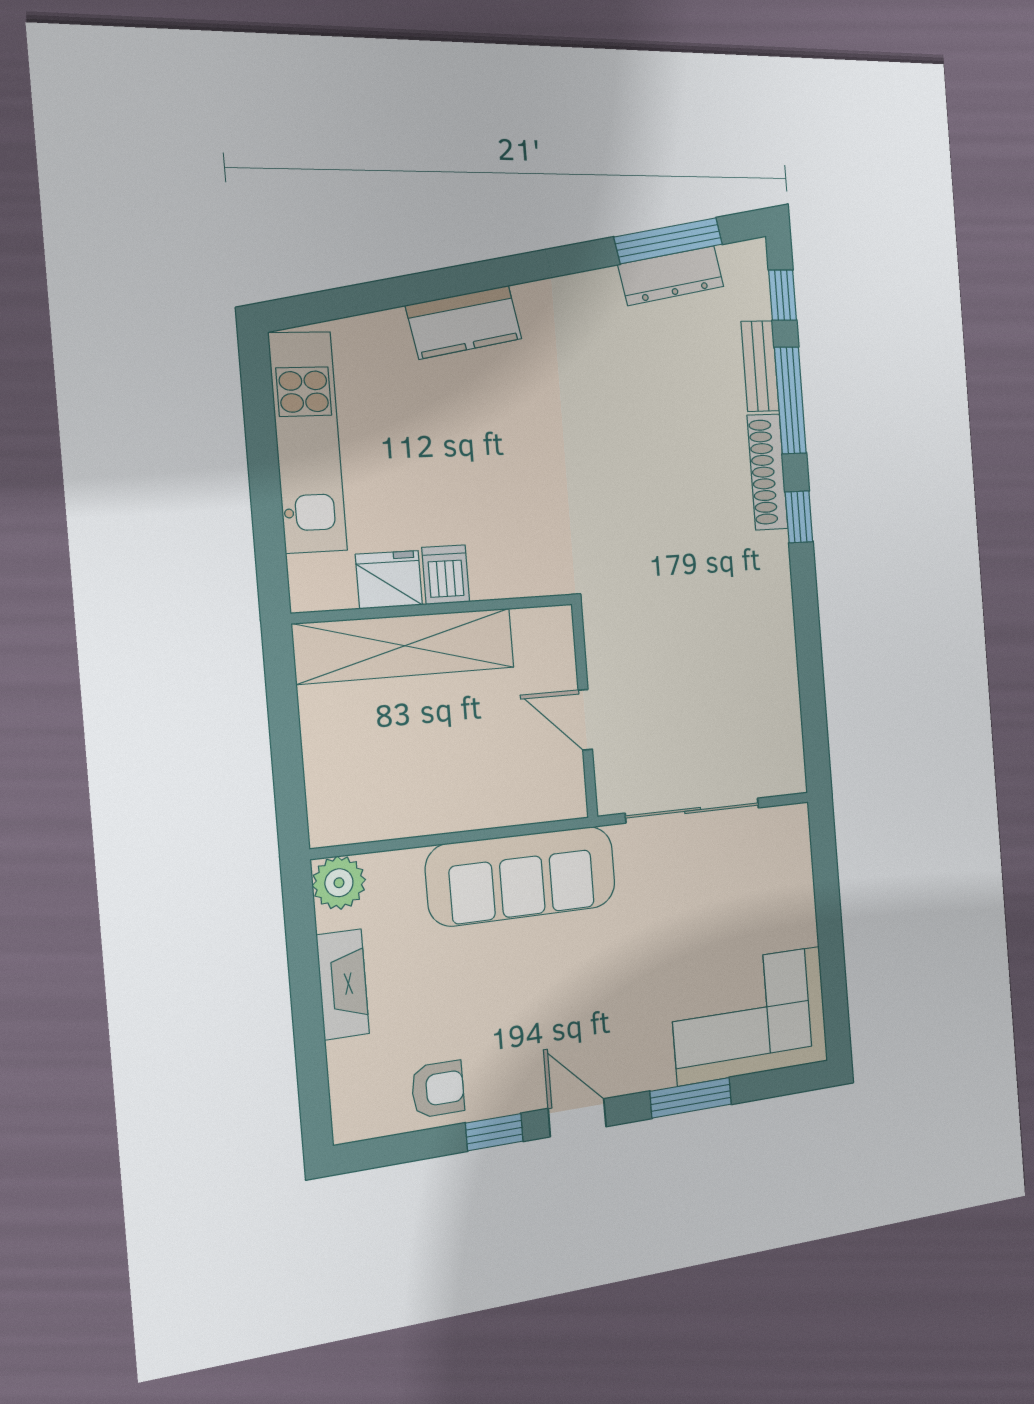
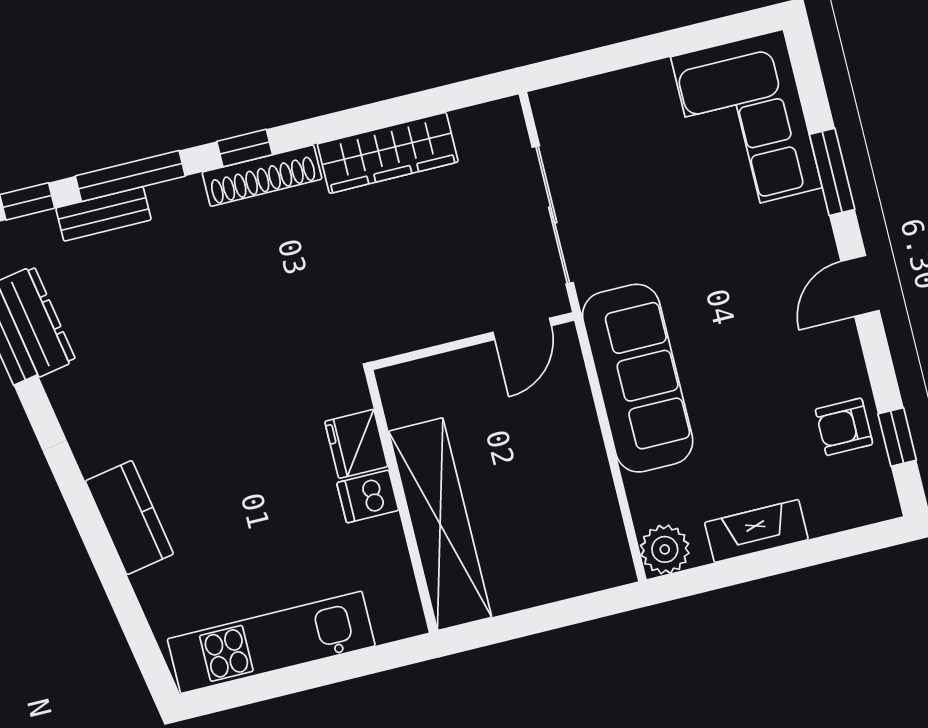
shoe rack: (768, 472) -> (262, 176), moved
fridge: (389, 580) -> (356, 444), moved
wardrobe: (774, 656) -> (388, 153), added
door: (585, 720) -> (522, 329), moved
armchair: (438, 1089) -> (844, 427), turned -90
window: (494, 1132) -> (897, 437), moved

